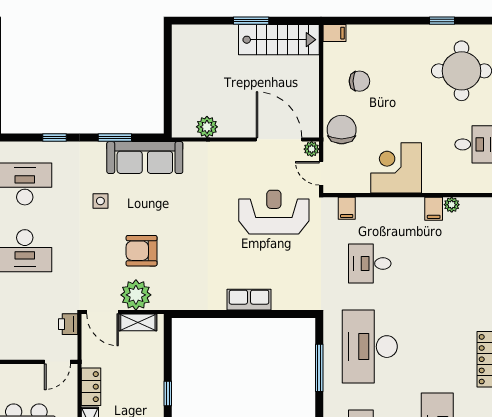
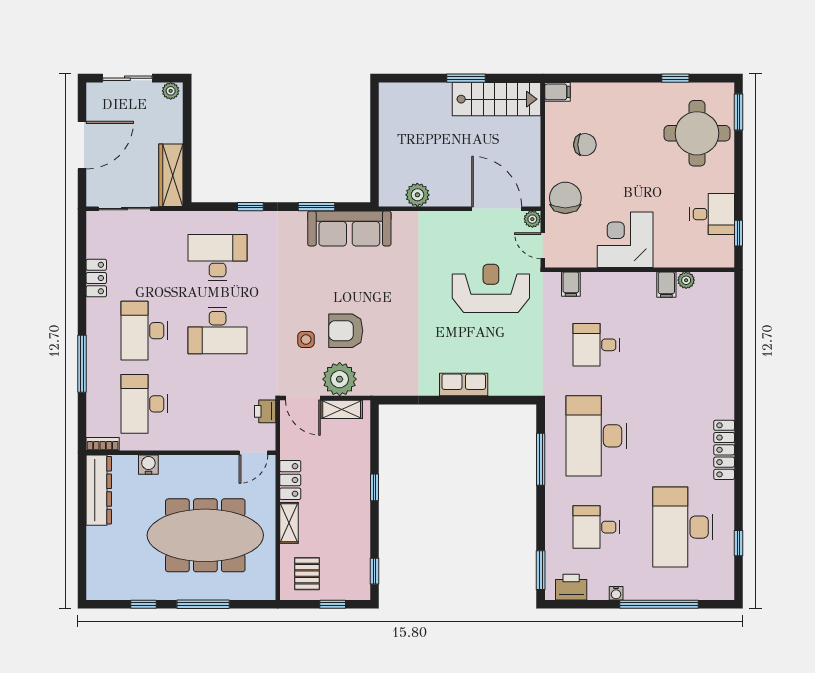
side table: (100, 201) -> (306, 339), moved

